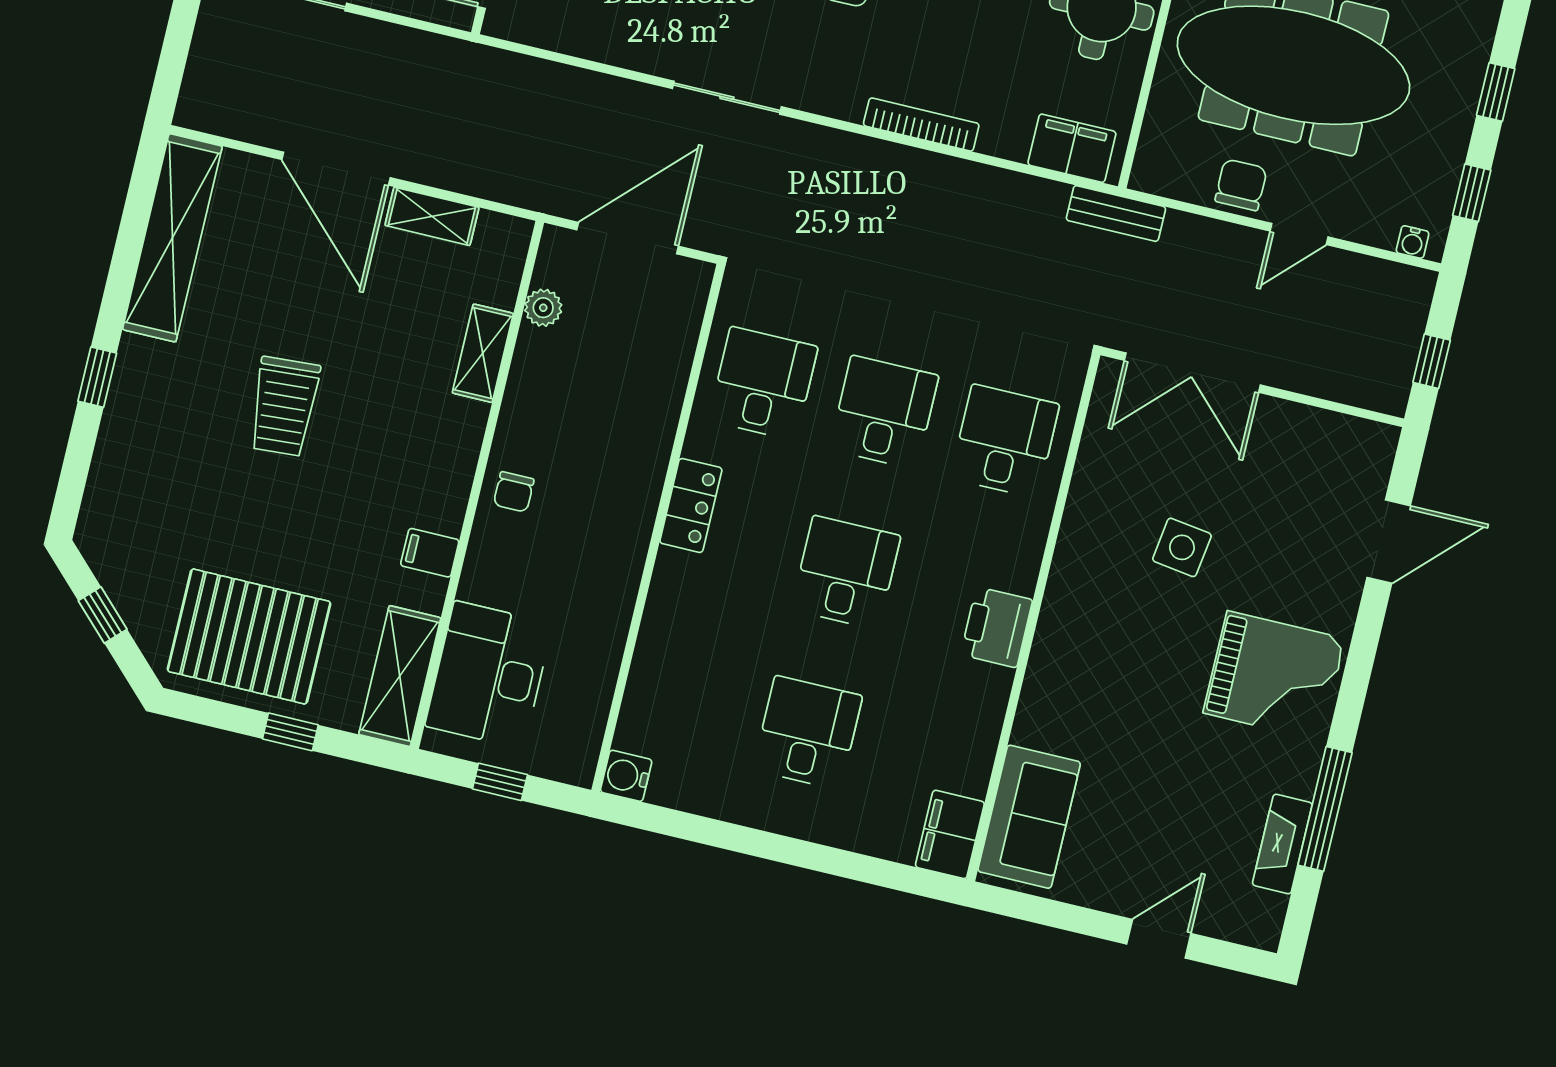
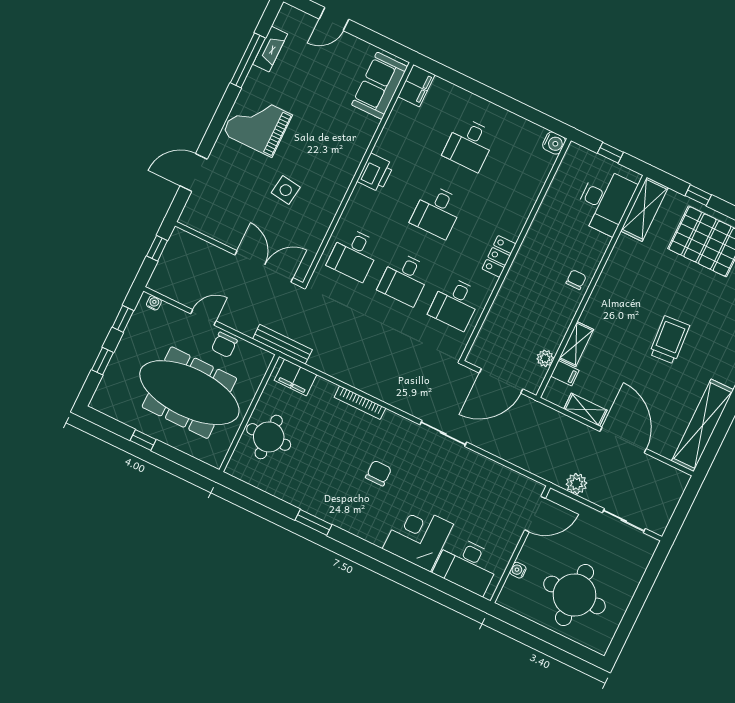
plant: (416, 52) -> (576, 484), added
bench: (1116, 214) -> (282, 344), width x1.36
filing cabinet: (430, 553) -> (565, 373), moved

